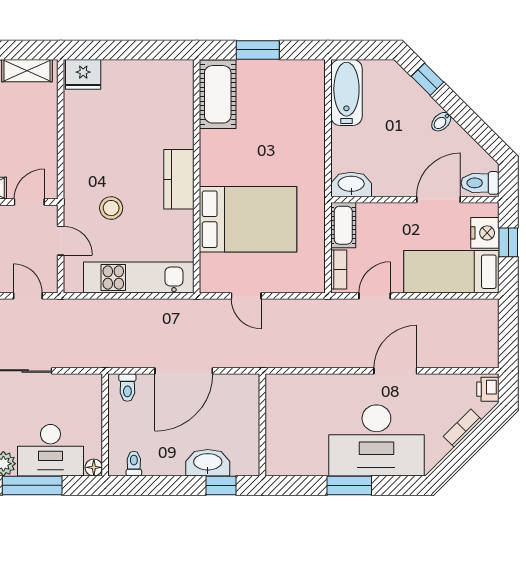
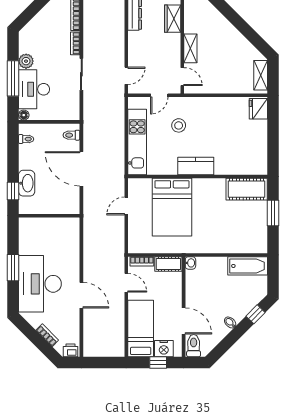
washbasin: (351, 184) -> (190, 263), width x0.52, depth x0.69

